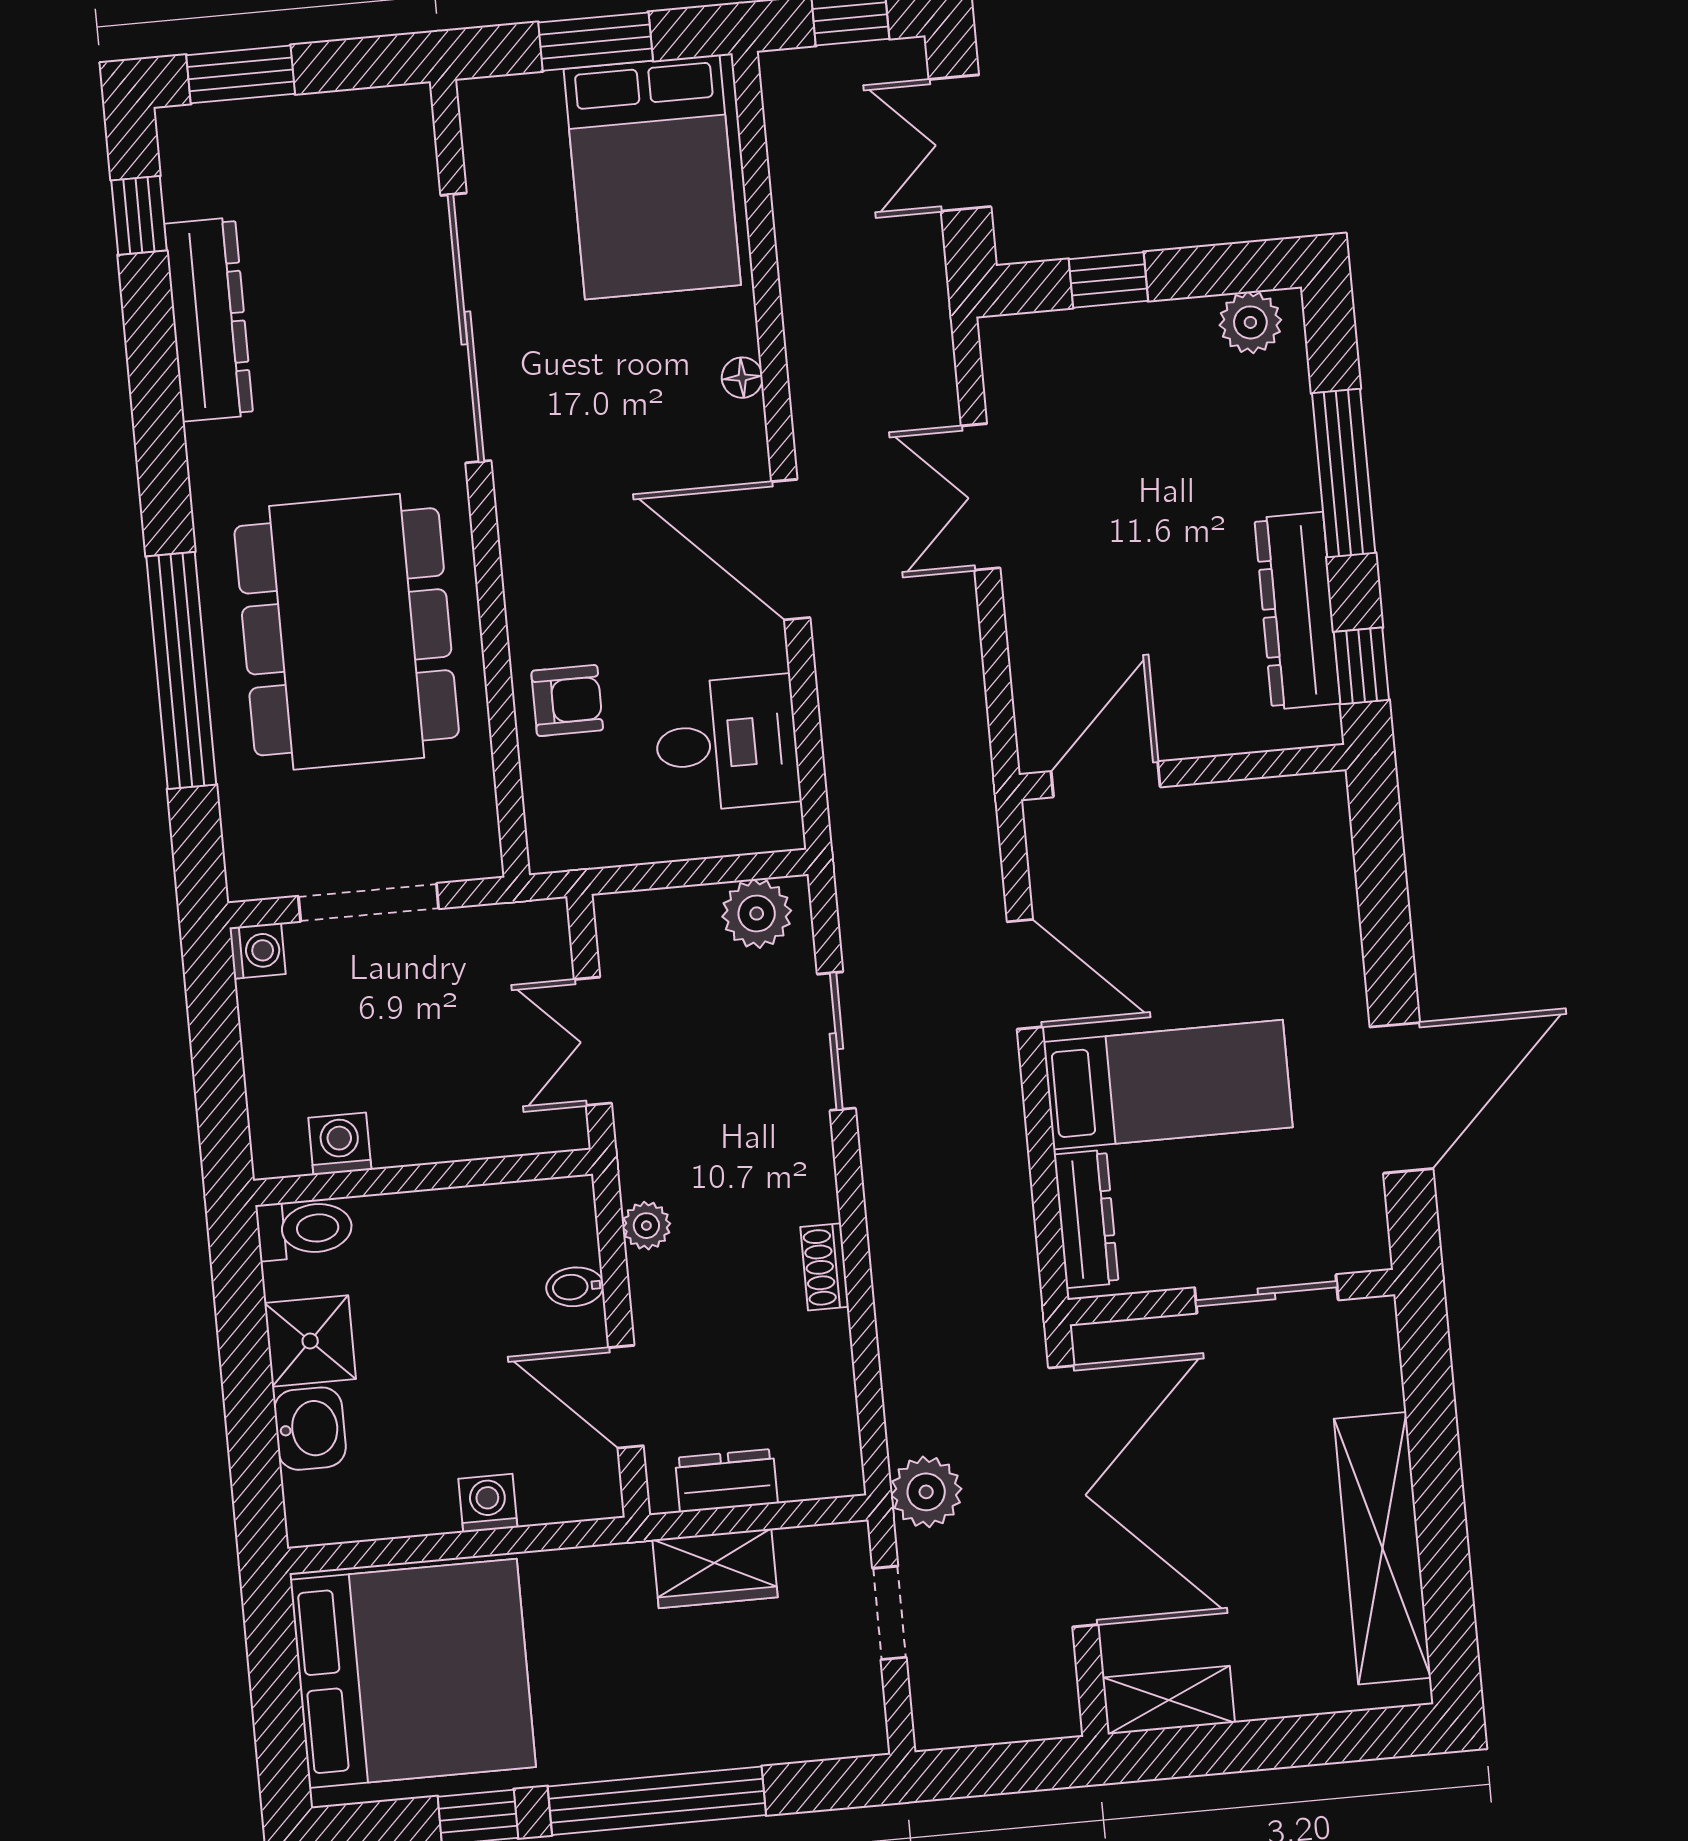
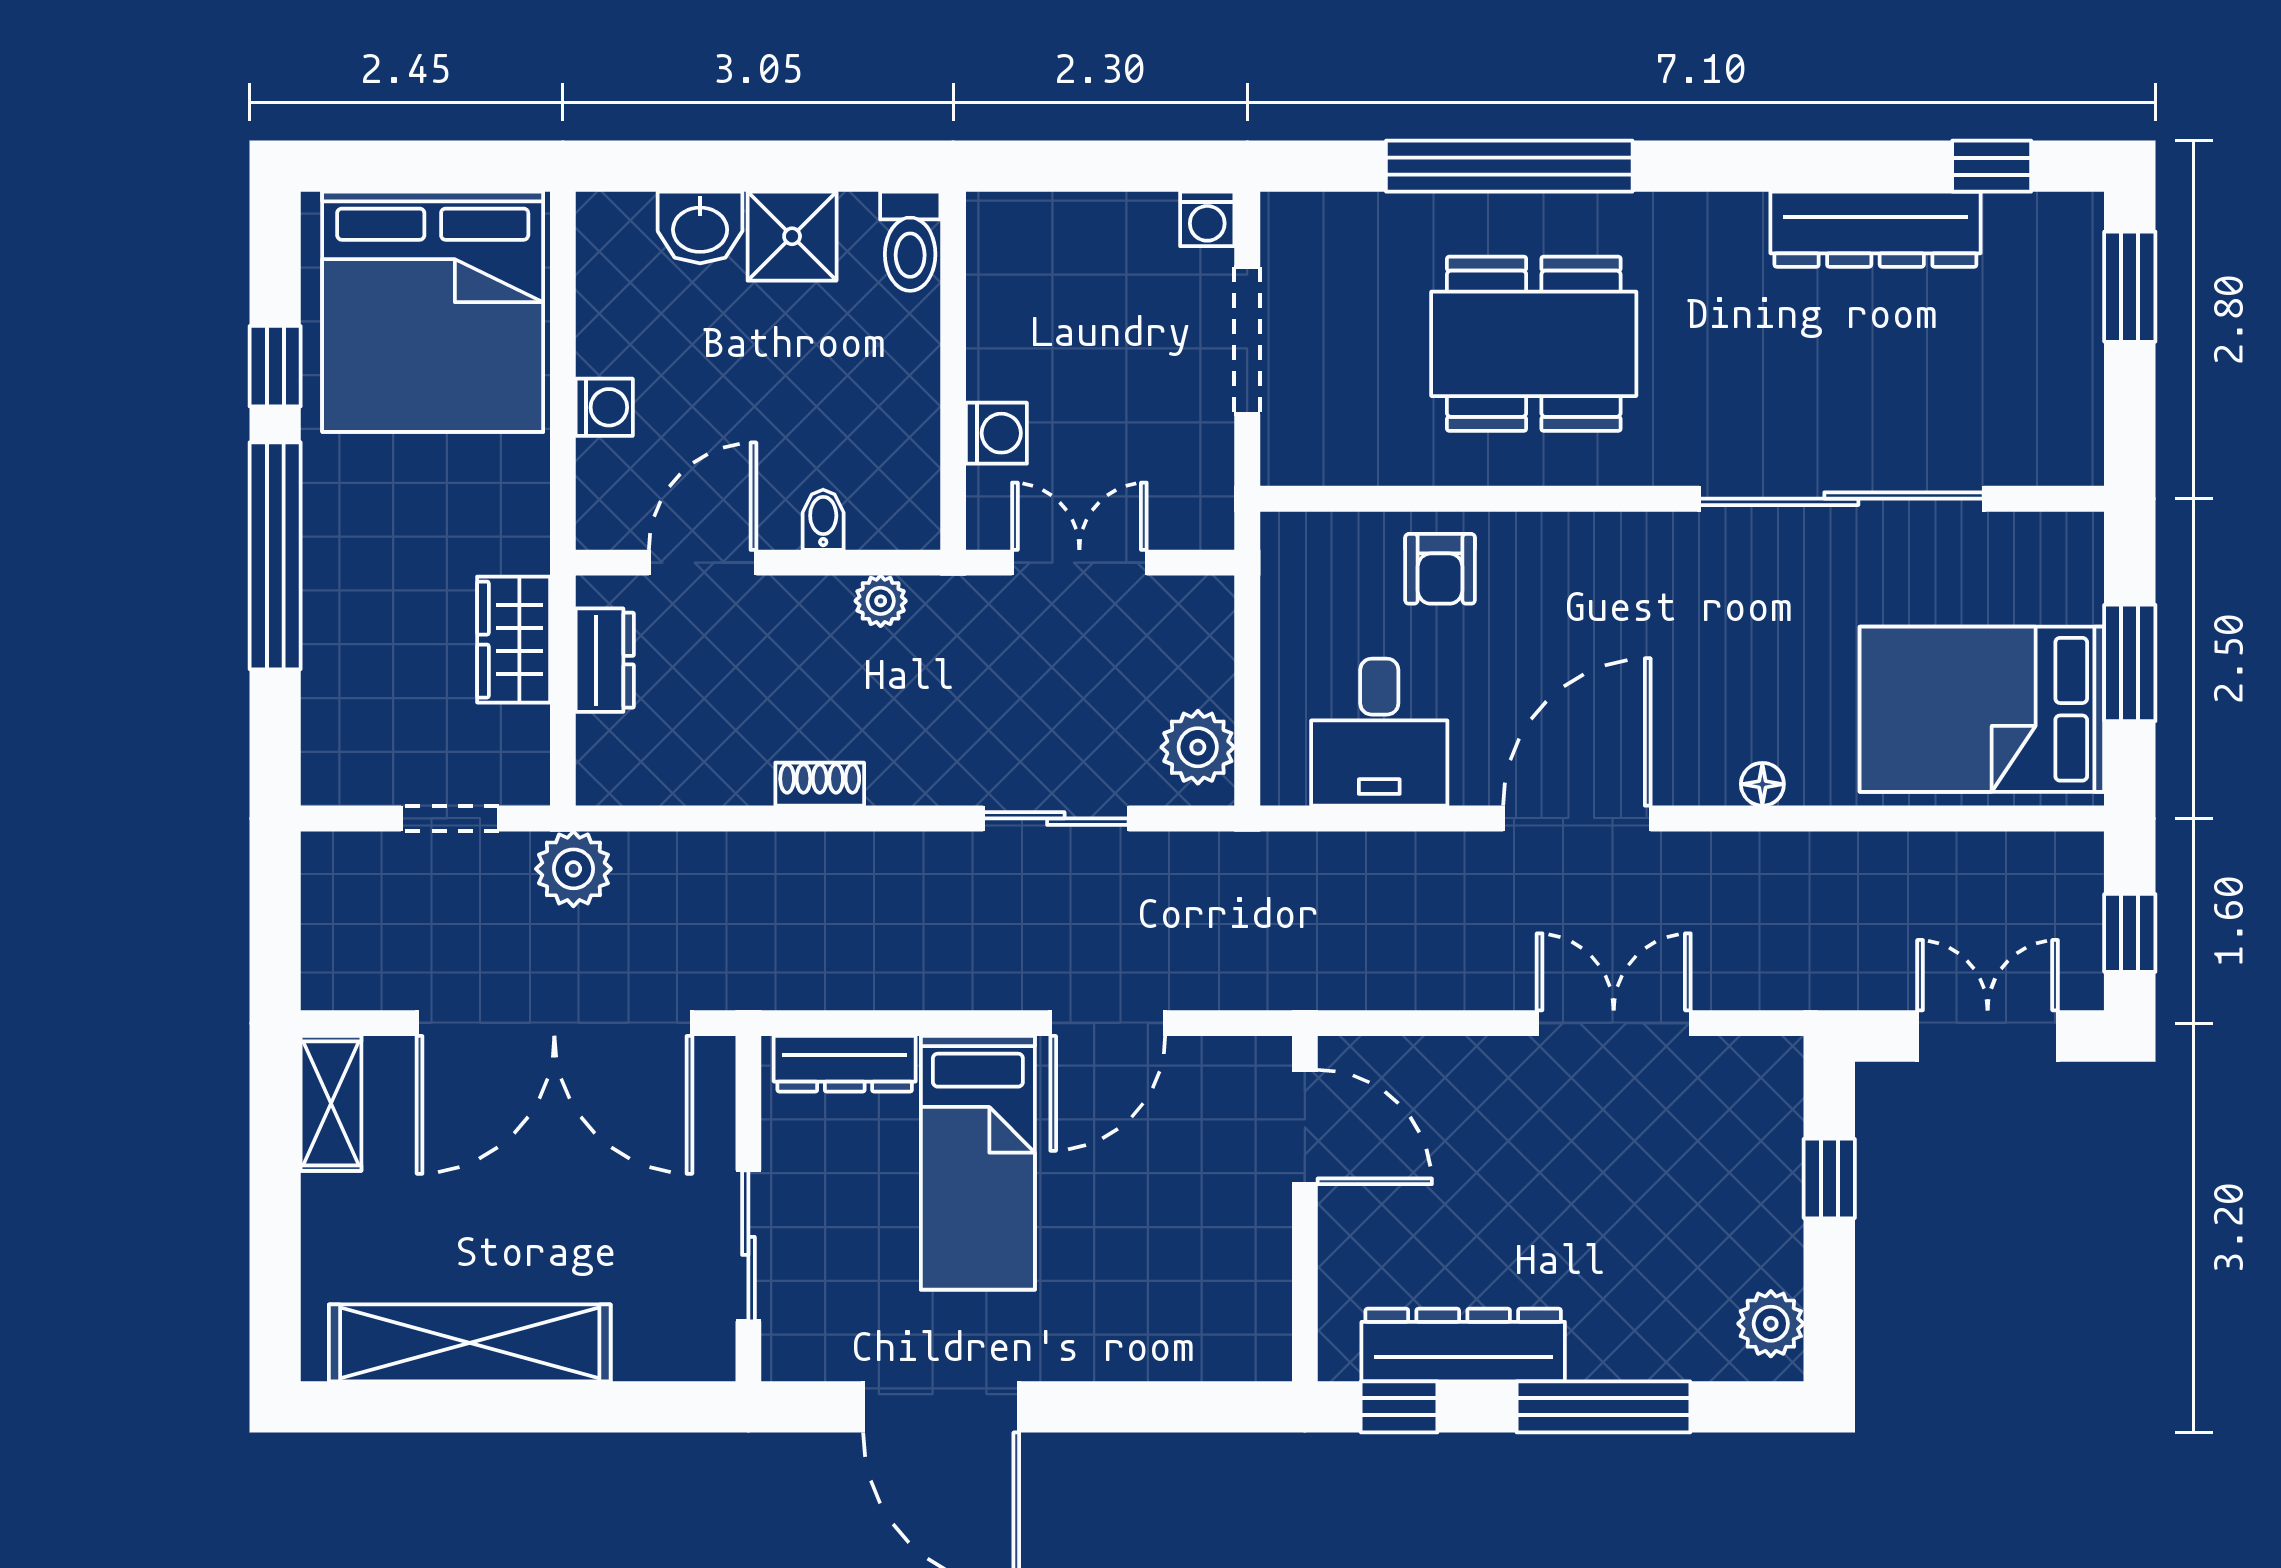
dining table: (347, 632) -> (1534, 344), width x0.73, depth x0.80
washing machine: (340, 1144) -> (996, 433), moved

